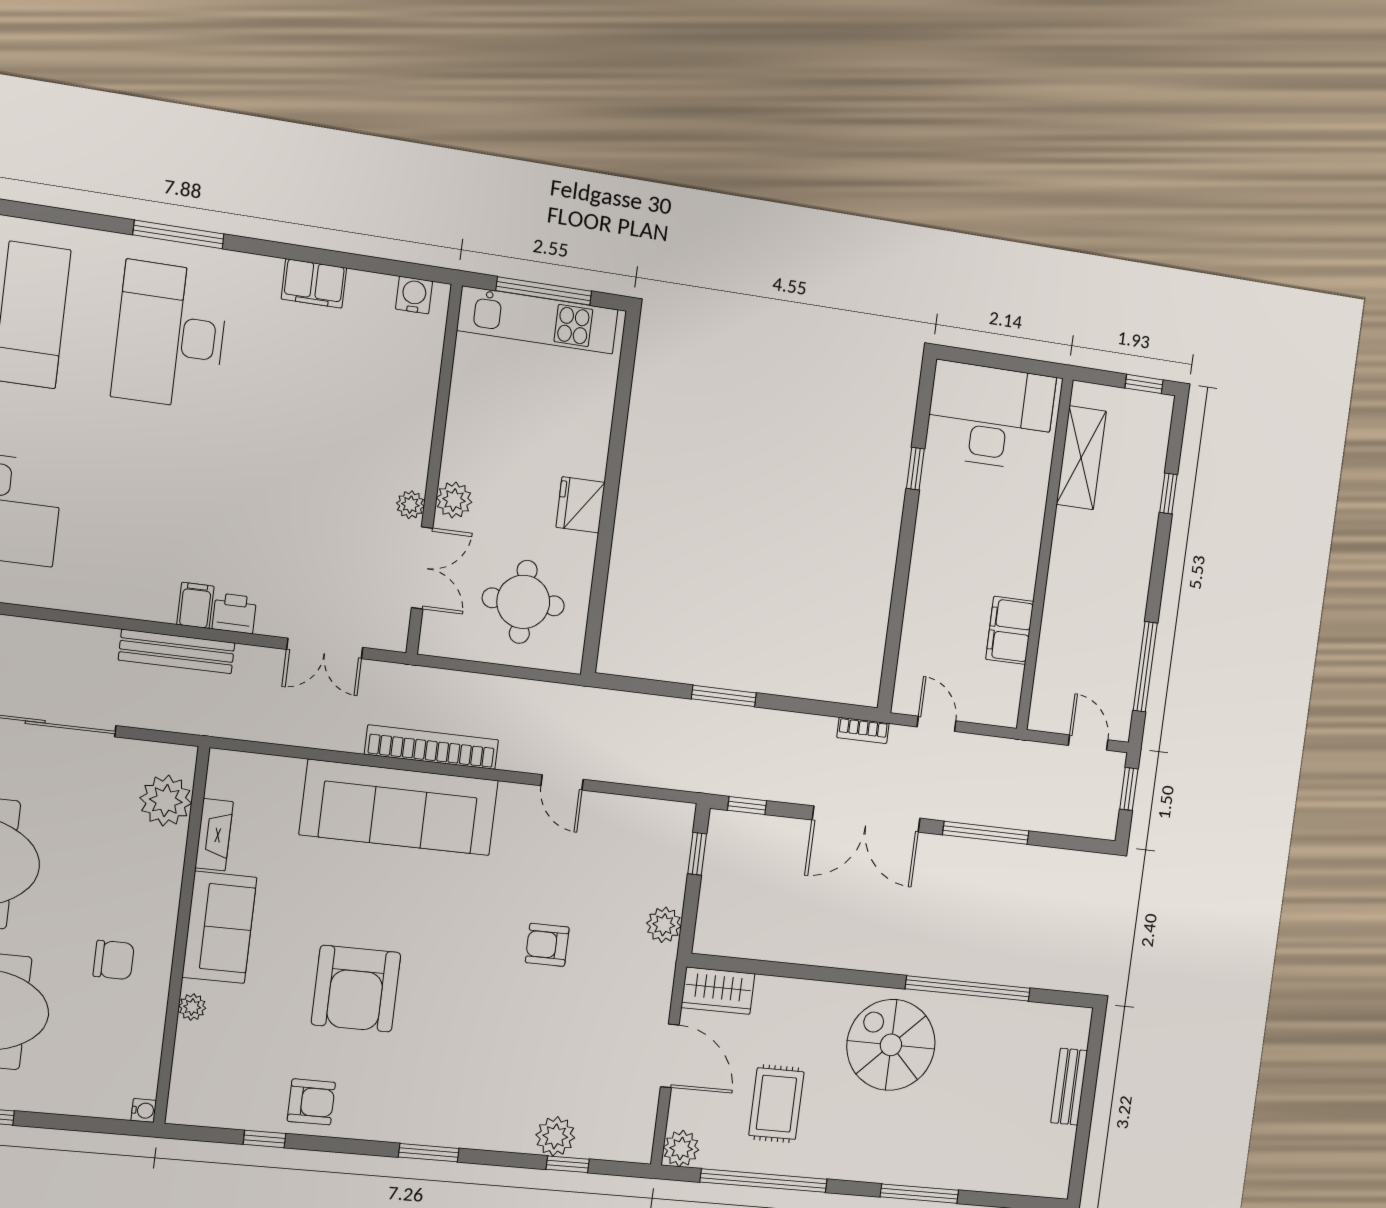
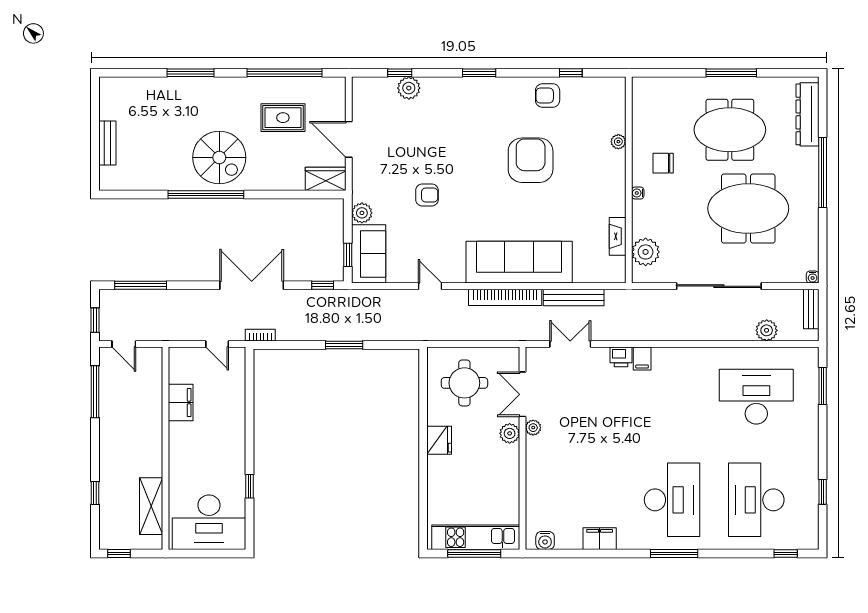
bench: (177, 651) -> (574, 297), moved
window: (986, 833) -> (141, 285), moved
sofa: (219, 927) -> (369, 254), moved, turned 180
window: (968, 988) -> (206, 194), moved
rug: (776, 1104) -> (283, 118), turned 90
water cooler: (144, 1110) -> (638, 193), moved
plant: (681, 1148) -> (335, 87), removed

